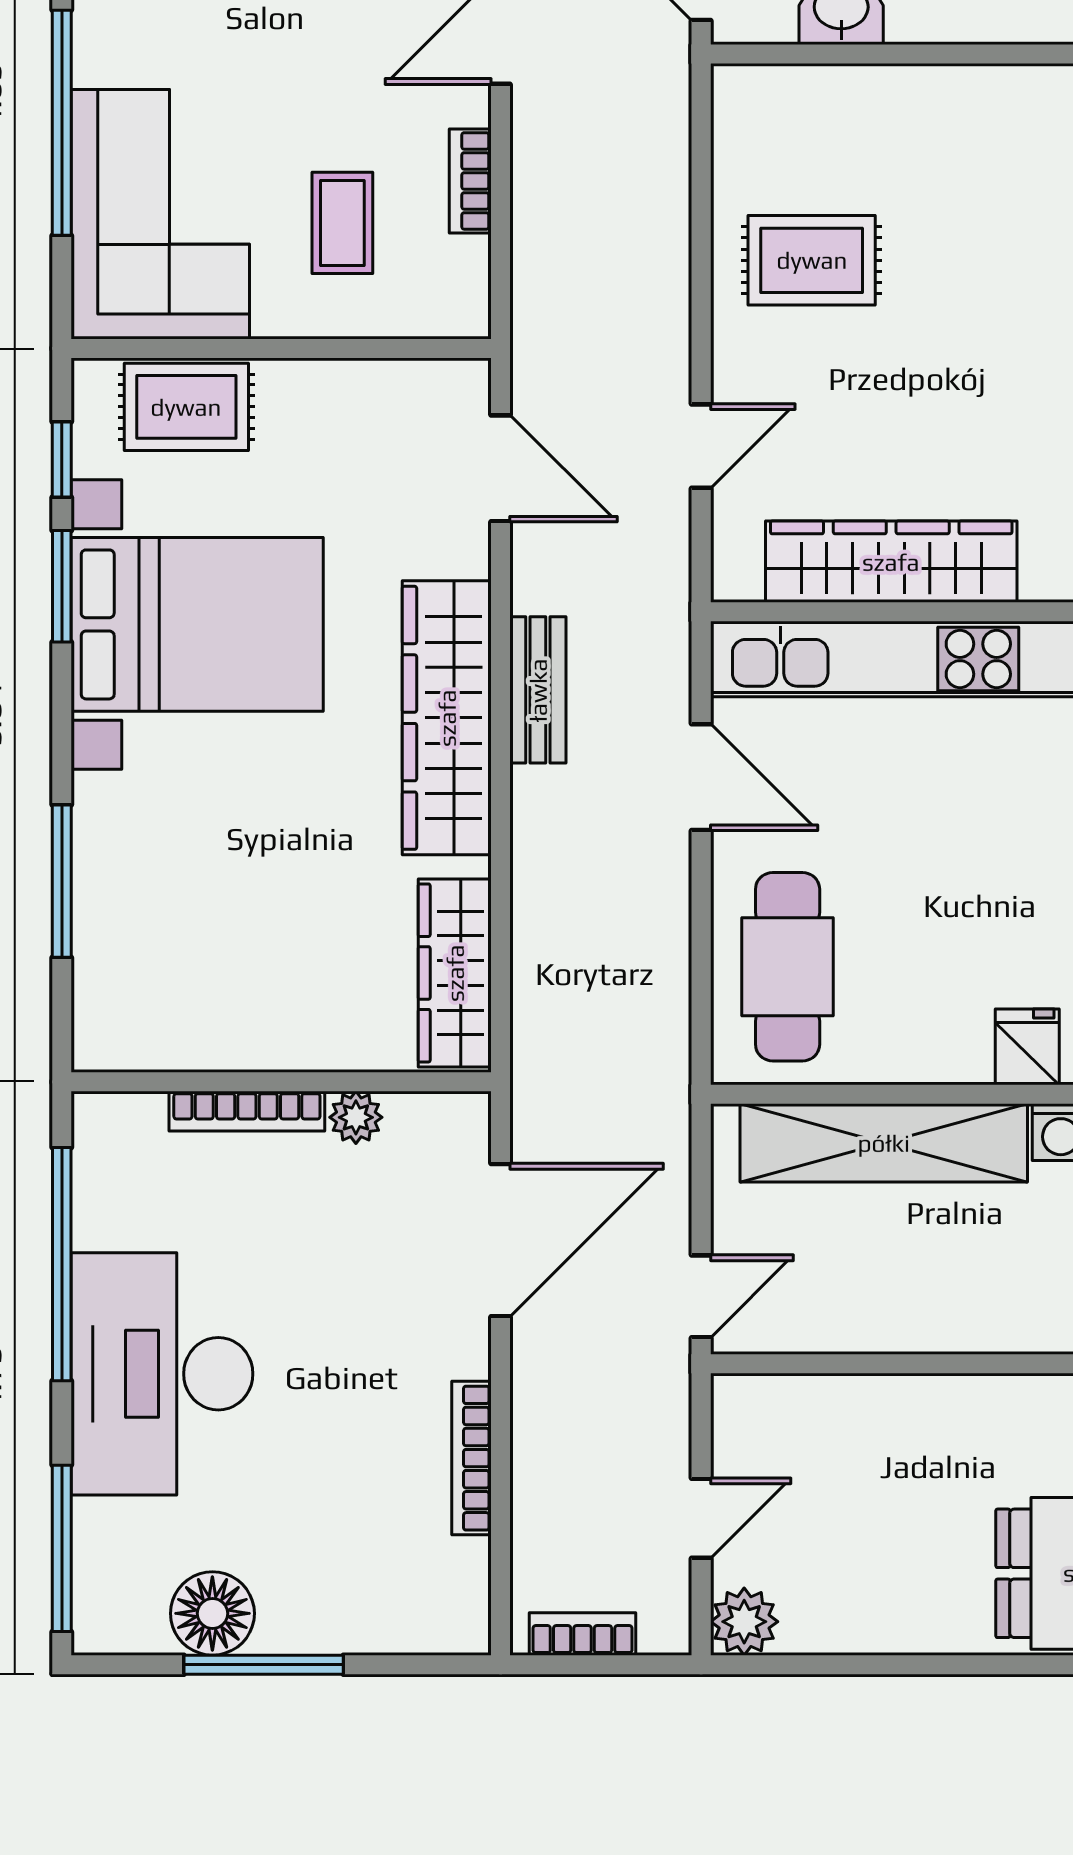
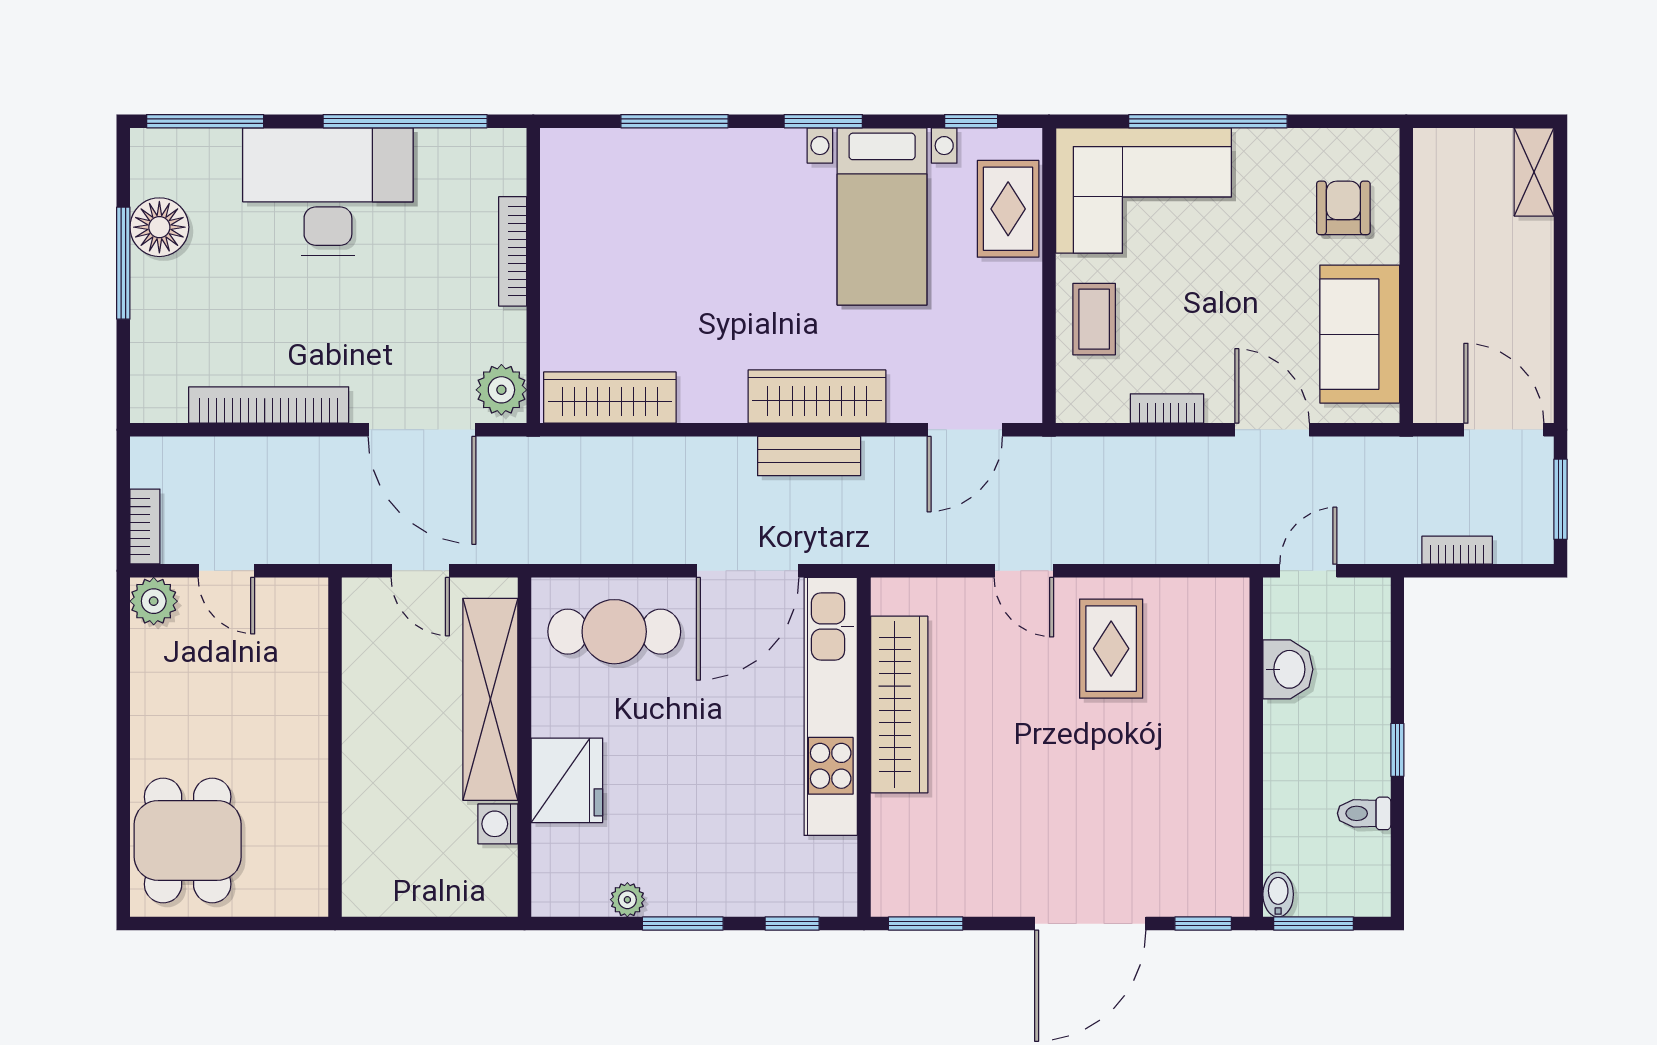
coffee table: (342, 223) -> (1094, 319), moved, turned 90
door: (701, 446) -> (1024, 571), moved
window: (62, 586) -> (823, 121), moved
bed with nightstands: (197, 624) -> (882, 216), width x0.73
wardrobe: (447, 718) -> (817, 397), width x0.71, depth x0.85
door: (701, 777) -> (748, 571), width x1.36
fridge: (1027, 1047) -> (567, 780), width x1.88, depth x1.34
plant: (356, 1117) -> (501, 390), moved, width x1.38, depth x1.38
door: (701, 1296) -> (420, 571), moved
bookcase: (471, 1458) -> (269, 405), width x1.48, depth x1.31
bookcase: (583, 1634) -> (145, 527), moved

